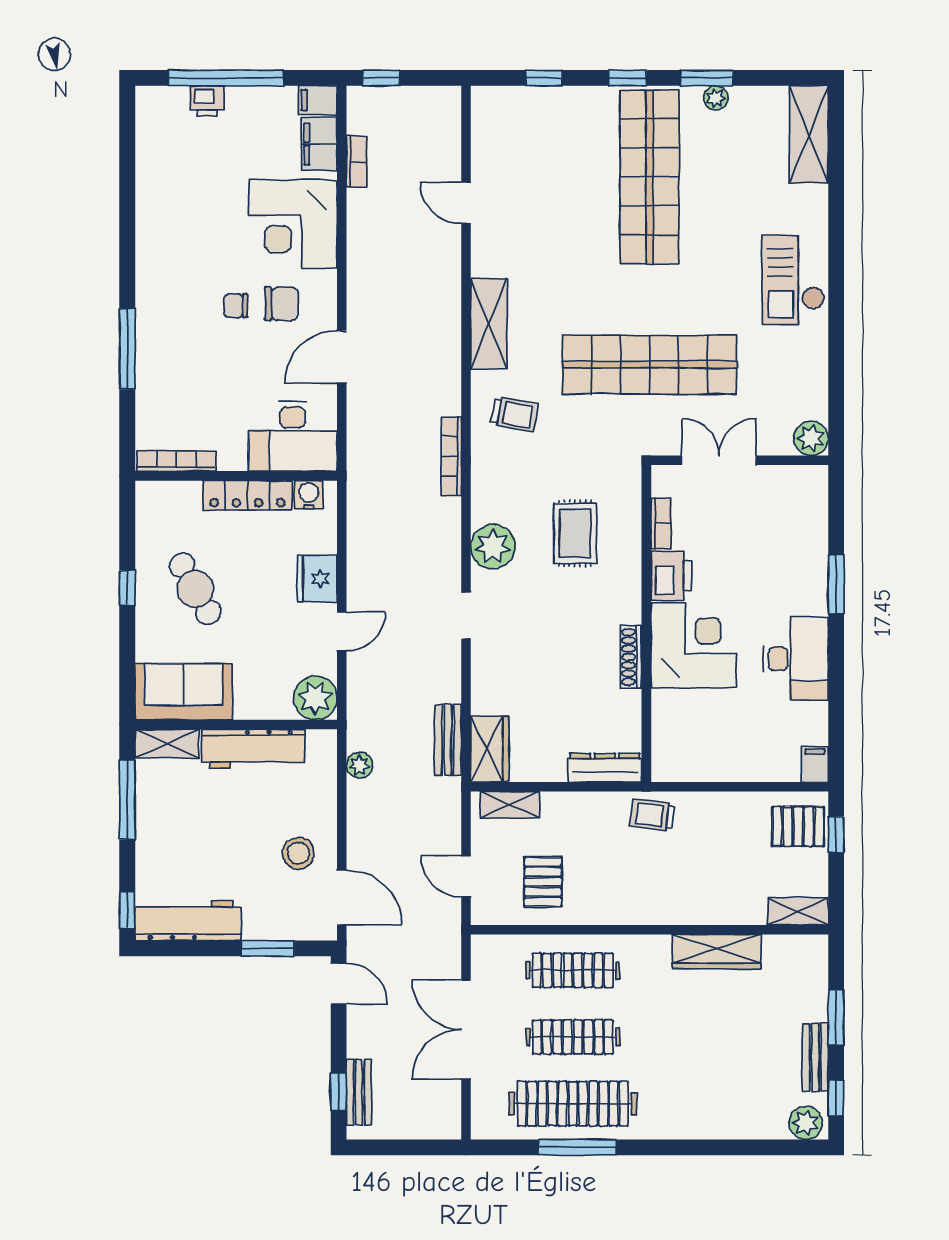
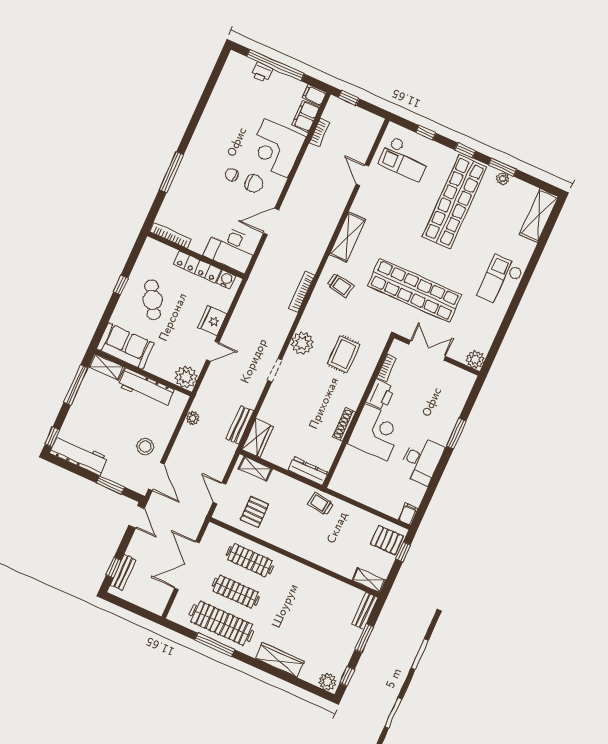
checkout: (528, 141) -> (405, 159), added
wardrobe: (716, 952) -> (280, 660), moved, turned 180
bench: (815, 1057) -> (365, 611), moved

